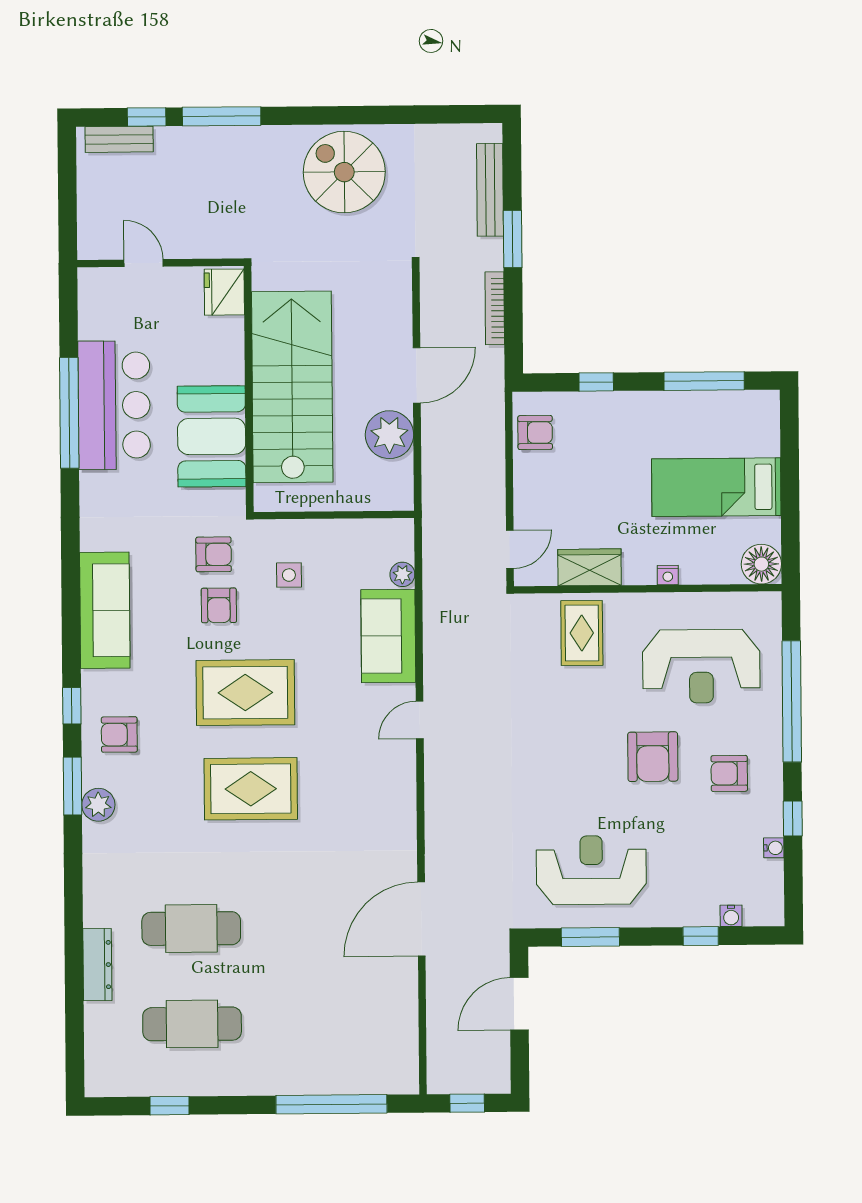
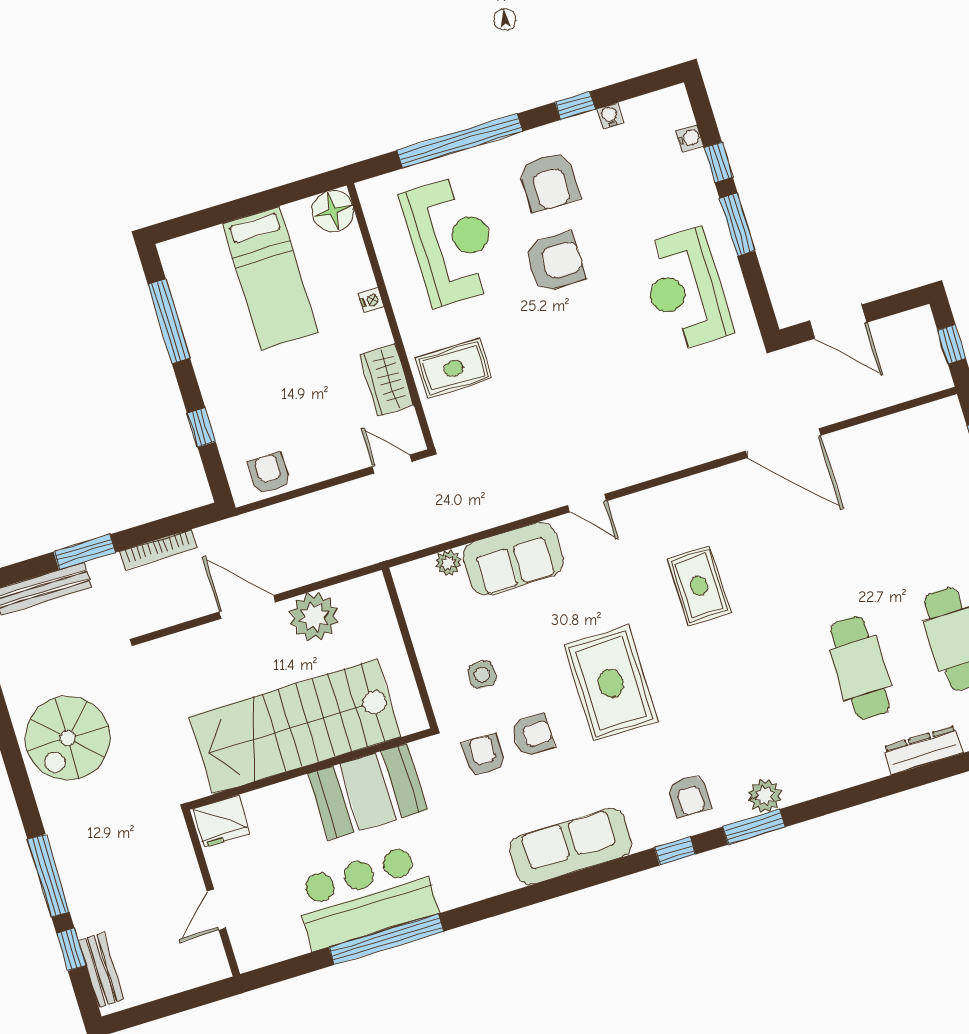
armchair: (729, 773) -> (549, 182), width x1.38, depth x1.38
rug: (251, 789) -> (699, 586), moved, width x0.73, depth x0.70
window: (590, 937) -> (737, 225), moved

